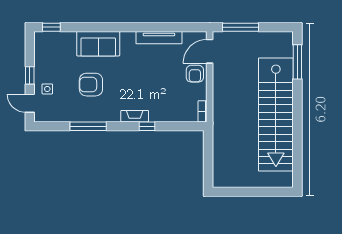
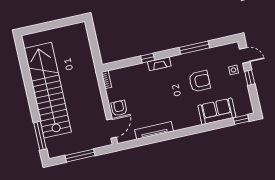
window: (240, 27) -> (80, 156), moved
sofa: (98, 44) -> (217, 111), moved

